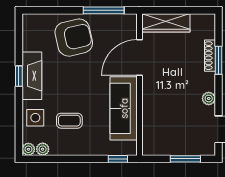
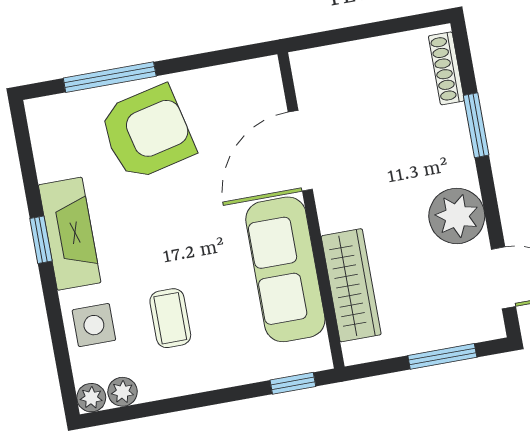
window: (104, 10) -> (110, 77), moved
wardrobe: (166, 23) -> (351, 285), moved, turned -90
shoe rack: (210, 56) -> (446, 68), moved
plant: (209, 98) -> (457, 216), width x1.87, depth x1.87
coffee table: (69, 121) -> (170, 318), turned 90

